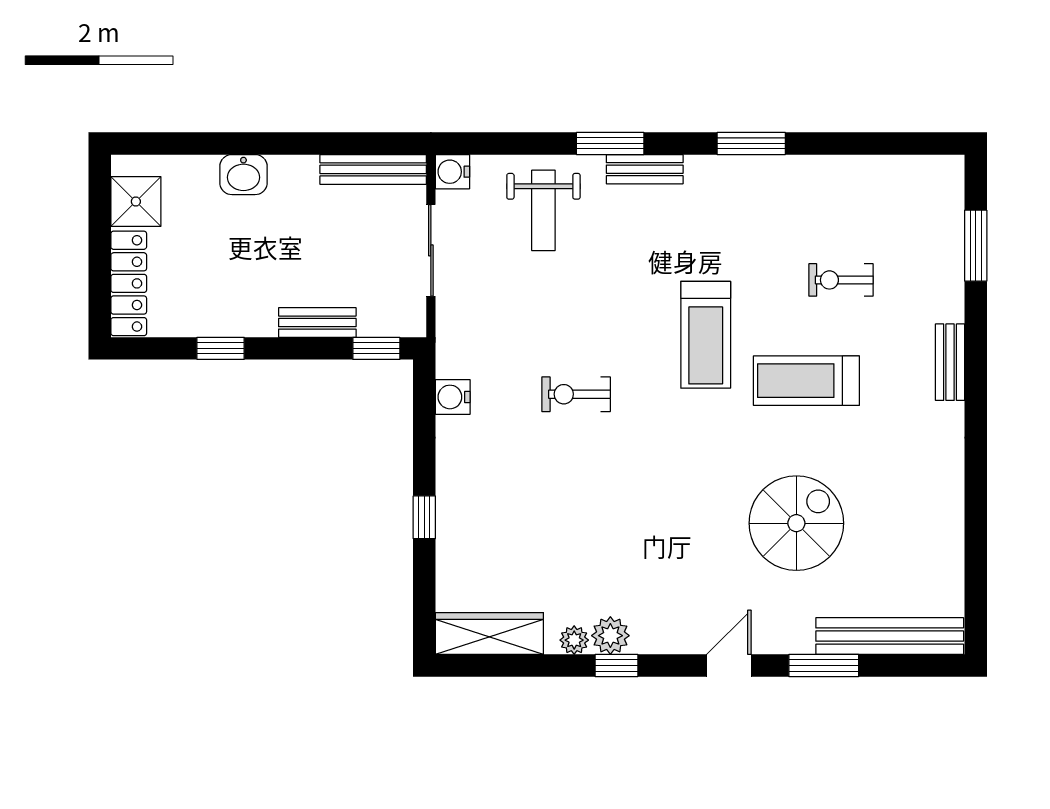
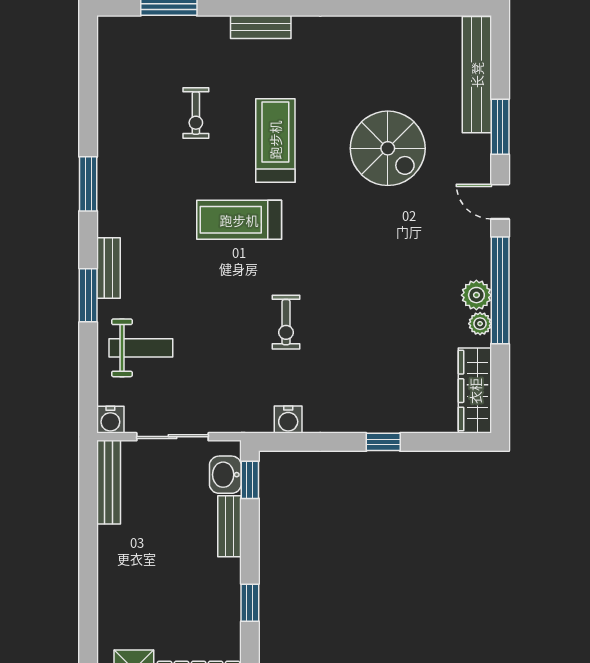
washbasin: (243, 175) -> (225, 475), moved, turned 180
treadmill: (706, 335) -> (239, 220), turned 180
treadmill: (806, 381) -> (275, 140), turned 180
spiral stairs: (796, 523) -> (388, 148), turned 180
window: (616, 665) -> (500, 290), width x3.17

